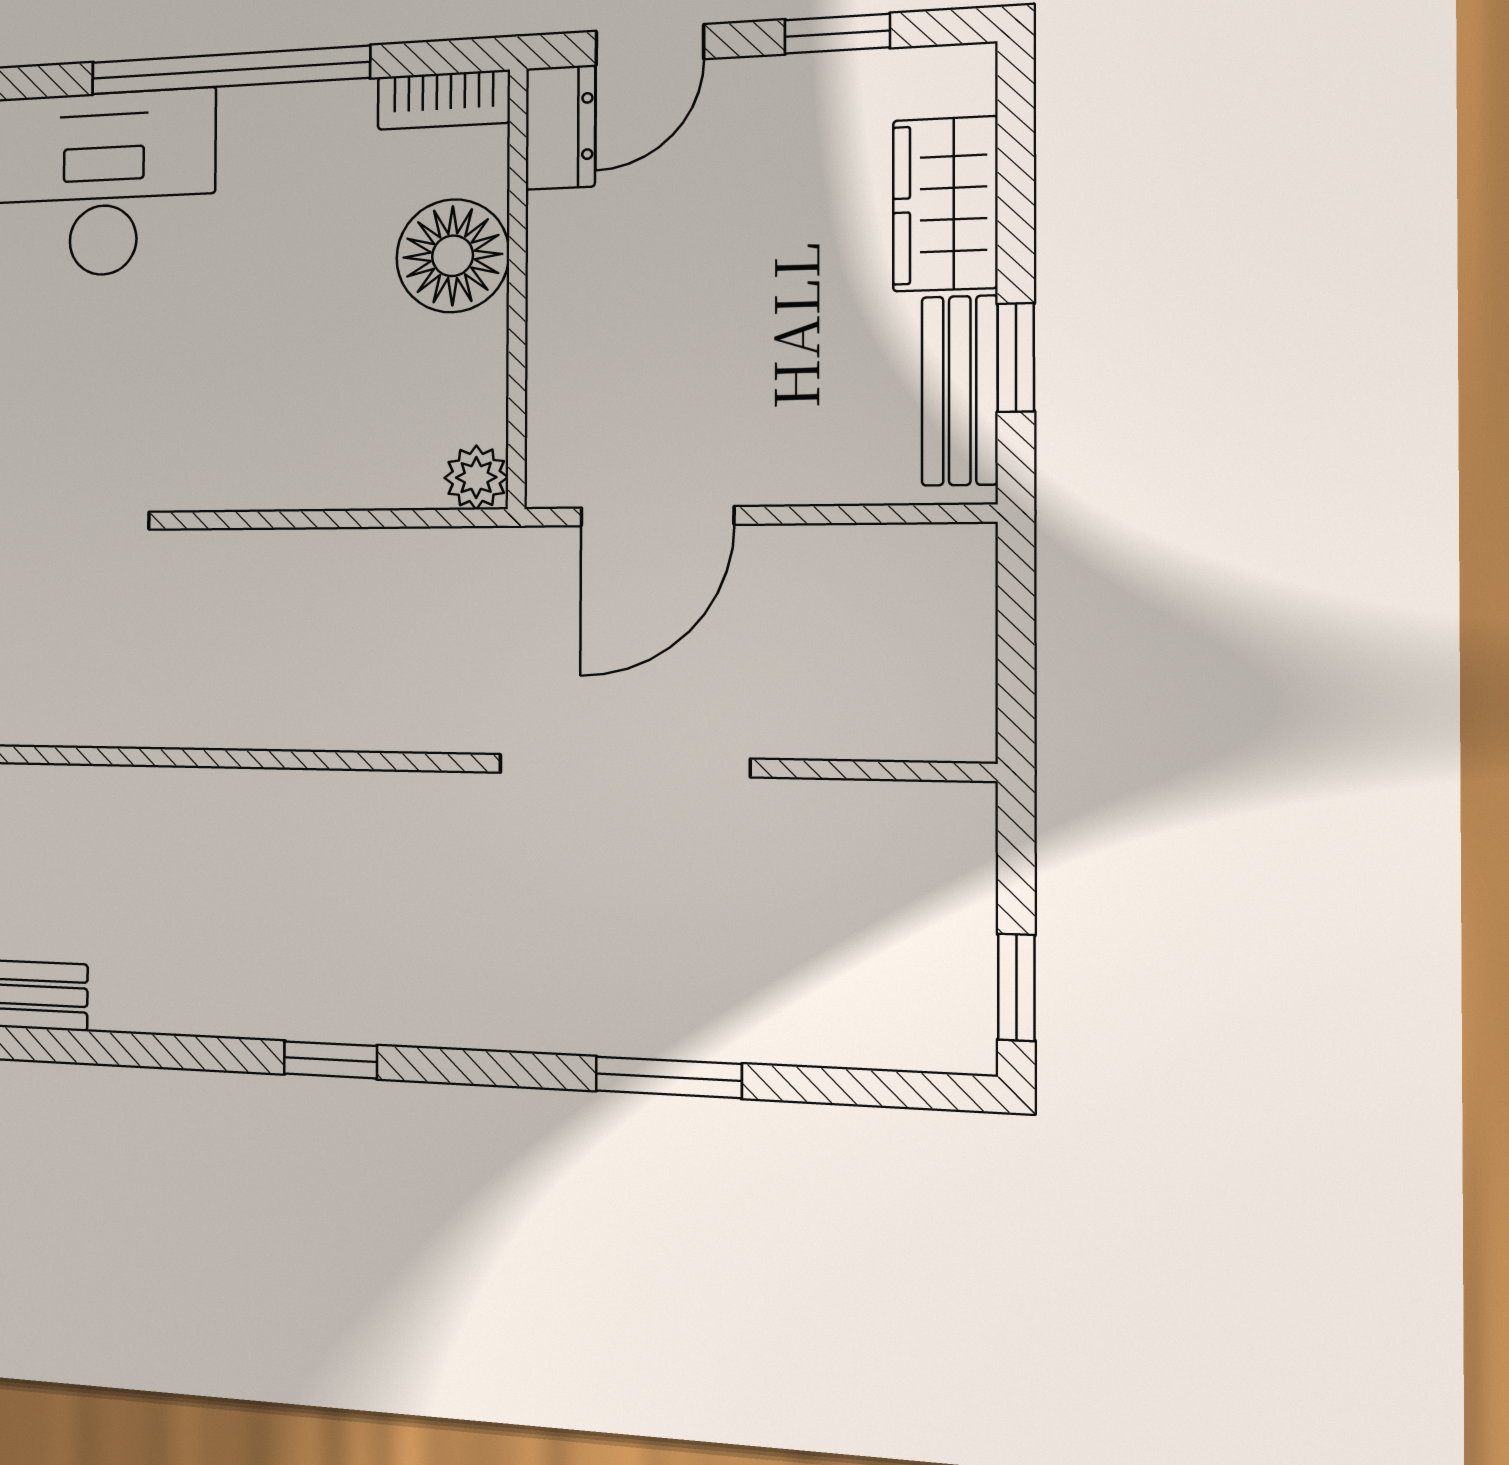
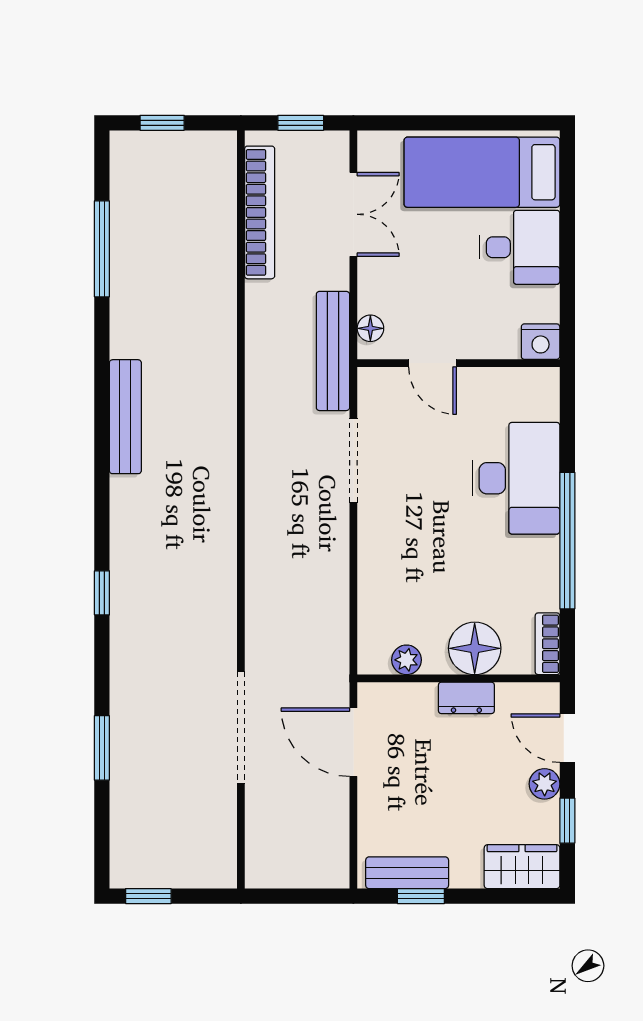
plant: (753, 89) -> (545, 784), added
dresser: (560, 127) -> (466, 698), moved
wardrobe: (945, 204) -> (522, 867), moved
plant: (476, 477) -> (406, 660), moved

